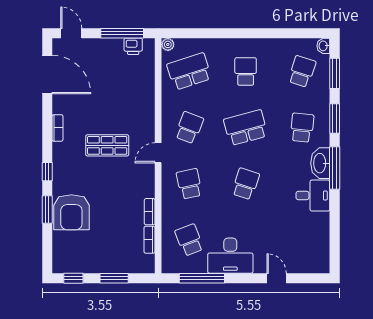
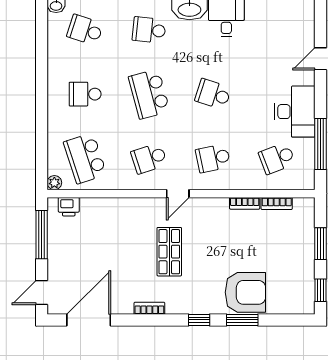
printer: (133, 46) -> (69, 207), moved, turned 90
school desk: (189, 128) -> (149, 158), turned -39
door: (158, 153) -> (178, 194), hinge flipped

